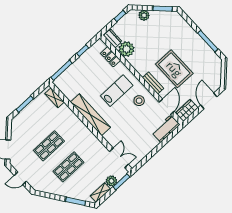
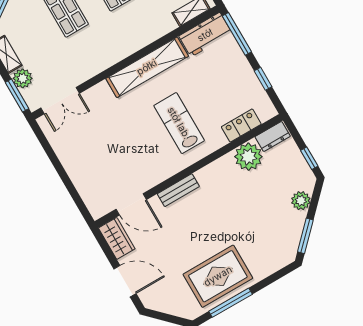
rug: (174, 69) -> (218, 276), moved
lab bench: (117, 91) -> (179, 123), turned 180
stool: (139, 101) -> (153, 158), removed
workbench: (166, 129) -> (205, 35), moved, turned 90

